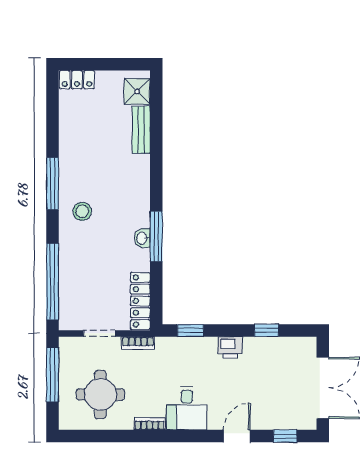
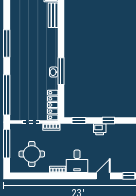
stool: (82, 211) -> (22, 58), removed
window: (266, 330) -> (108, 120), moved

